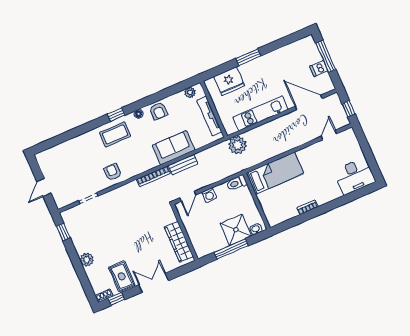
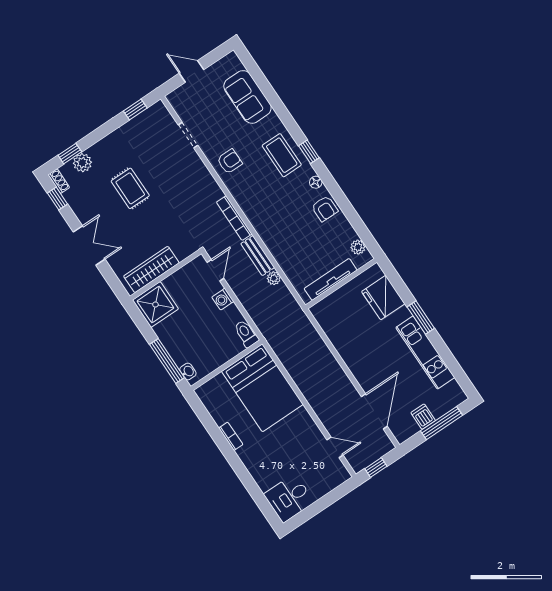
armchair: (158, 111) -> (325, 209), turned -90
kitchen unit: (260, 113) -> (425, 353), moved, turned 180
plant: (237, 145) -> (274, 278), moved, width x0.53, depth x0.53
sofa: (174, 148) -> (247, 97), moved, turned 180
bed: (275, 173) -> (262, 388), width x1.50
desk: (354, 176) -> (289, 498), width x0.73
door: (188, 196) -> (216, 270), swing flipped
shower: (236, 230) -> (155, 305), moved
window: (231, 249) -> (167, 361), moved
plant: (87, 260) -> (82, 163), moved
rug: (122, 276) -> (130, 188), moved, turned 90
window: (86, 284) -> (70, 154), added

